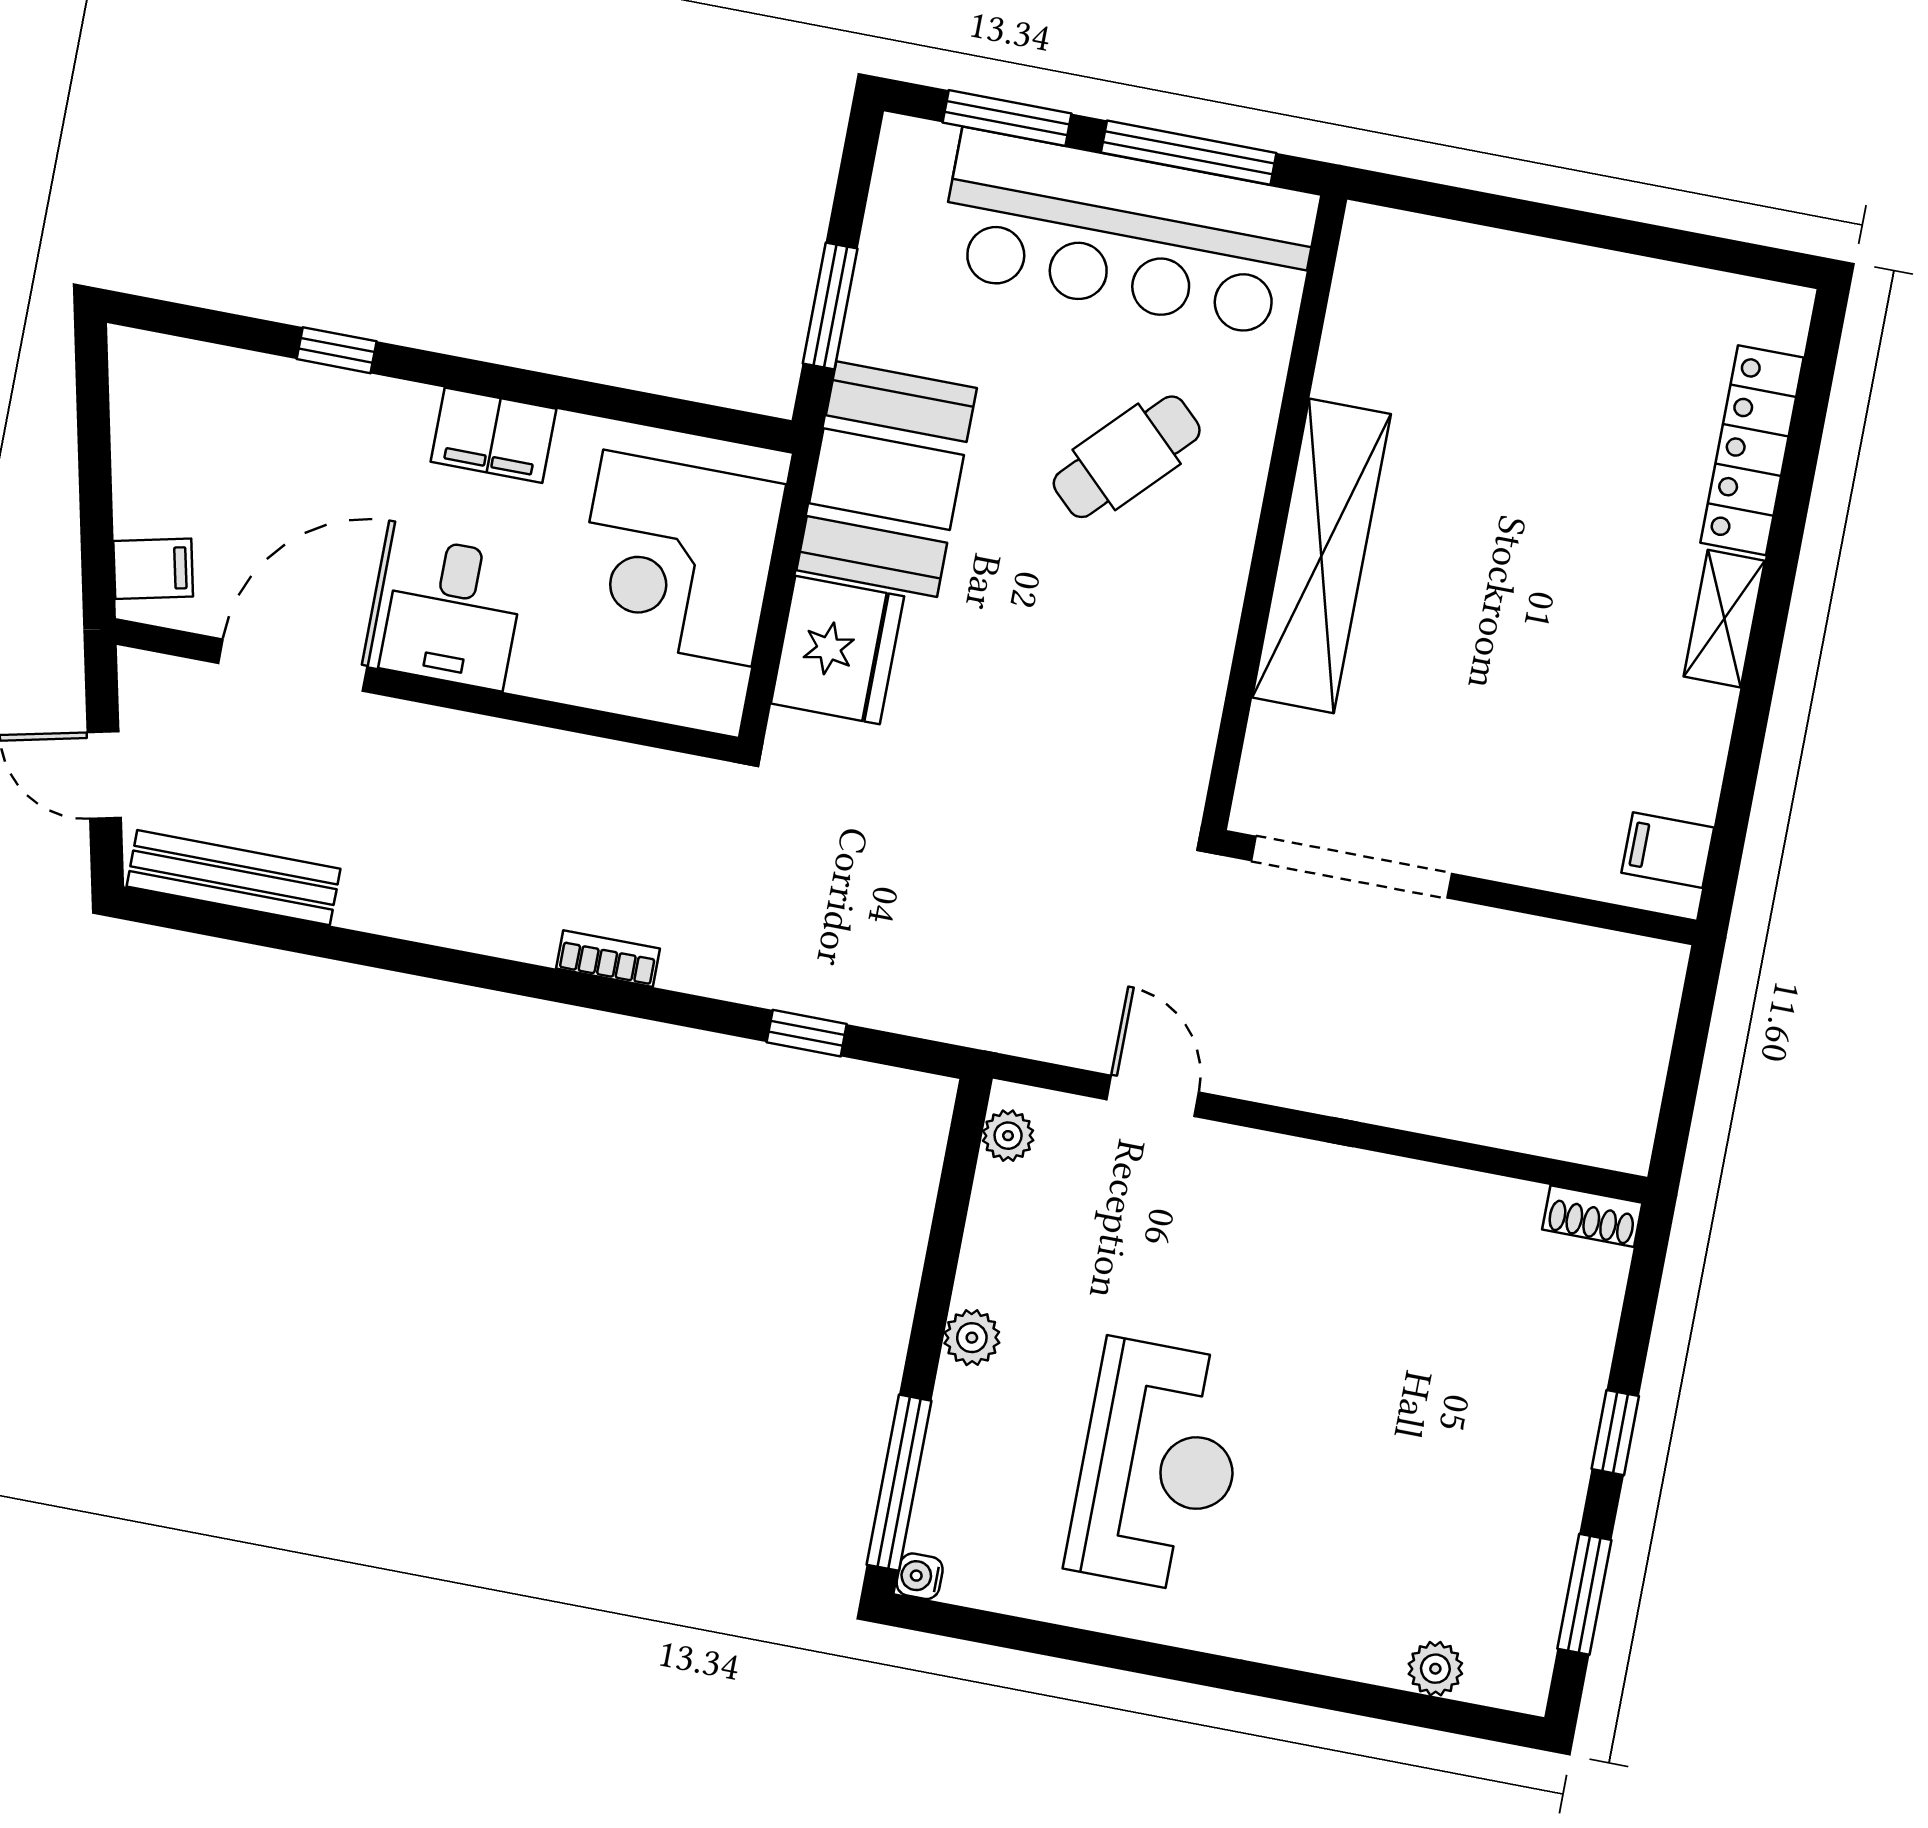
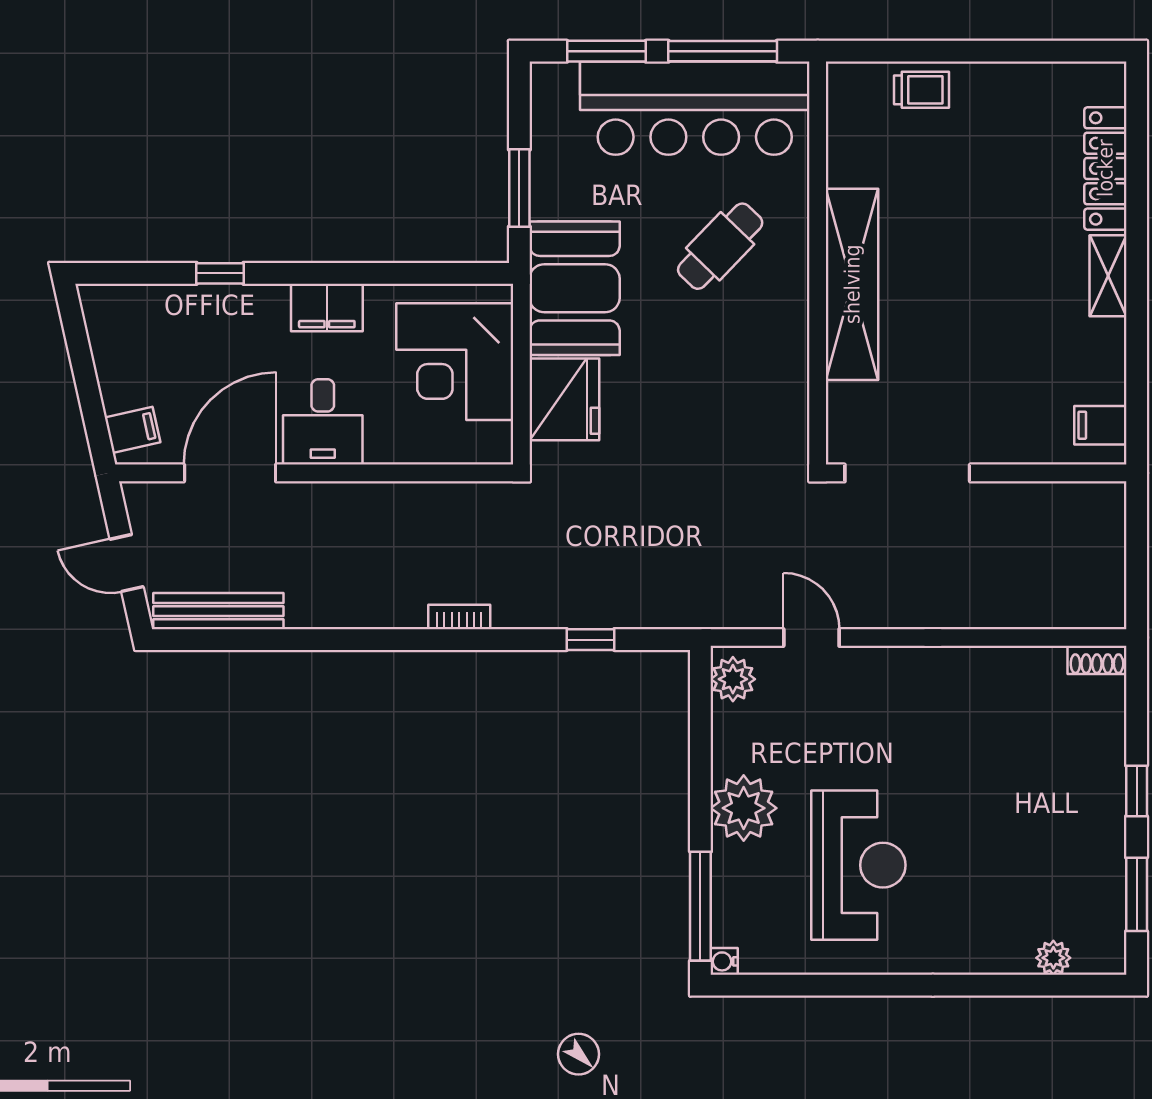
trolley: (1488, 272) -> (921, 90), added
plant: (1008, 1136) -> (733, 679), width x1.38, depth x1.38
plant: (972, 1338) -> (744, 808), width x1.87, depth x1.87

